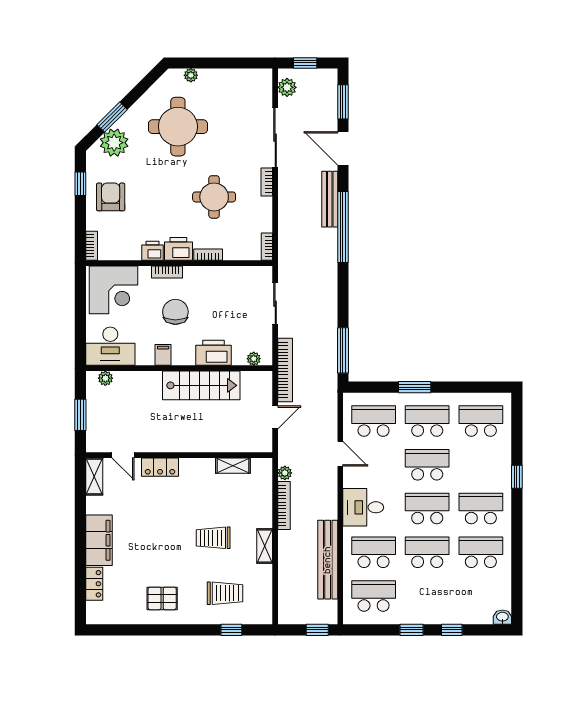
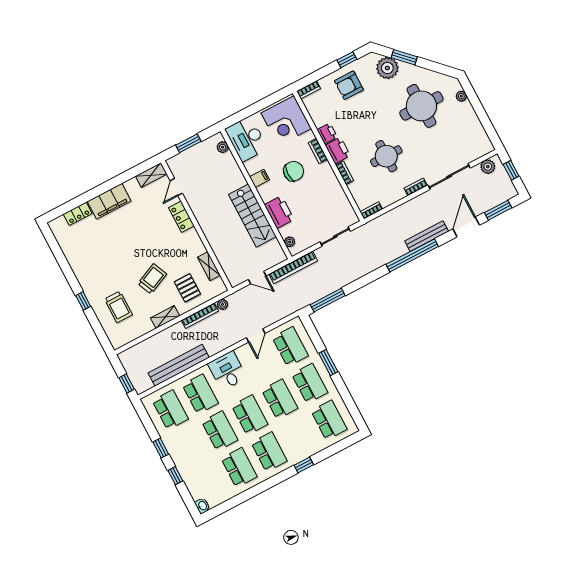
armchair: (111, 197) -> (349, 85), turned 180
trolley: (213, 538) -> (152, 279), turned 66
pallet: (162, 598) -> (187, 288), moved
window: (231, 630) -> (83, 301), moved

